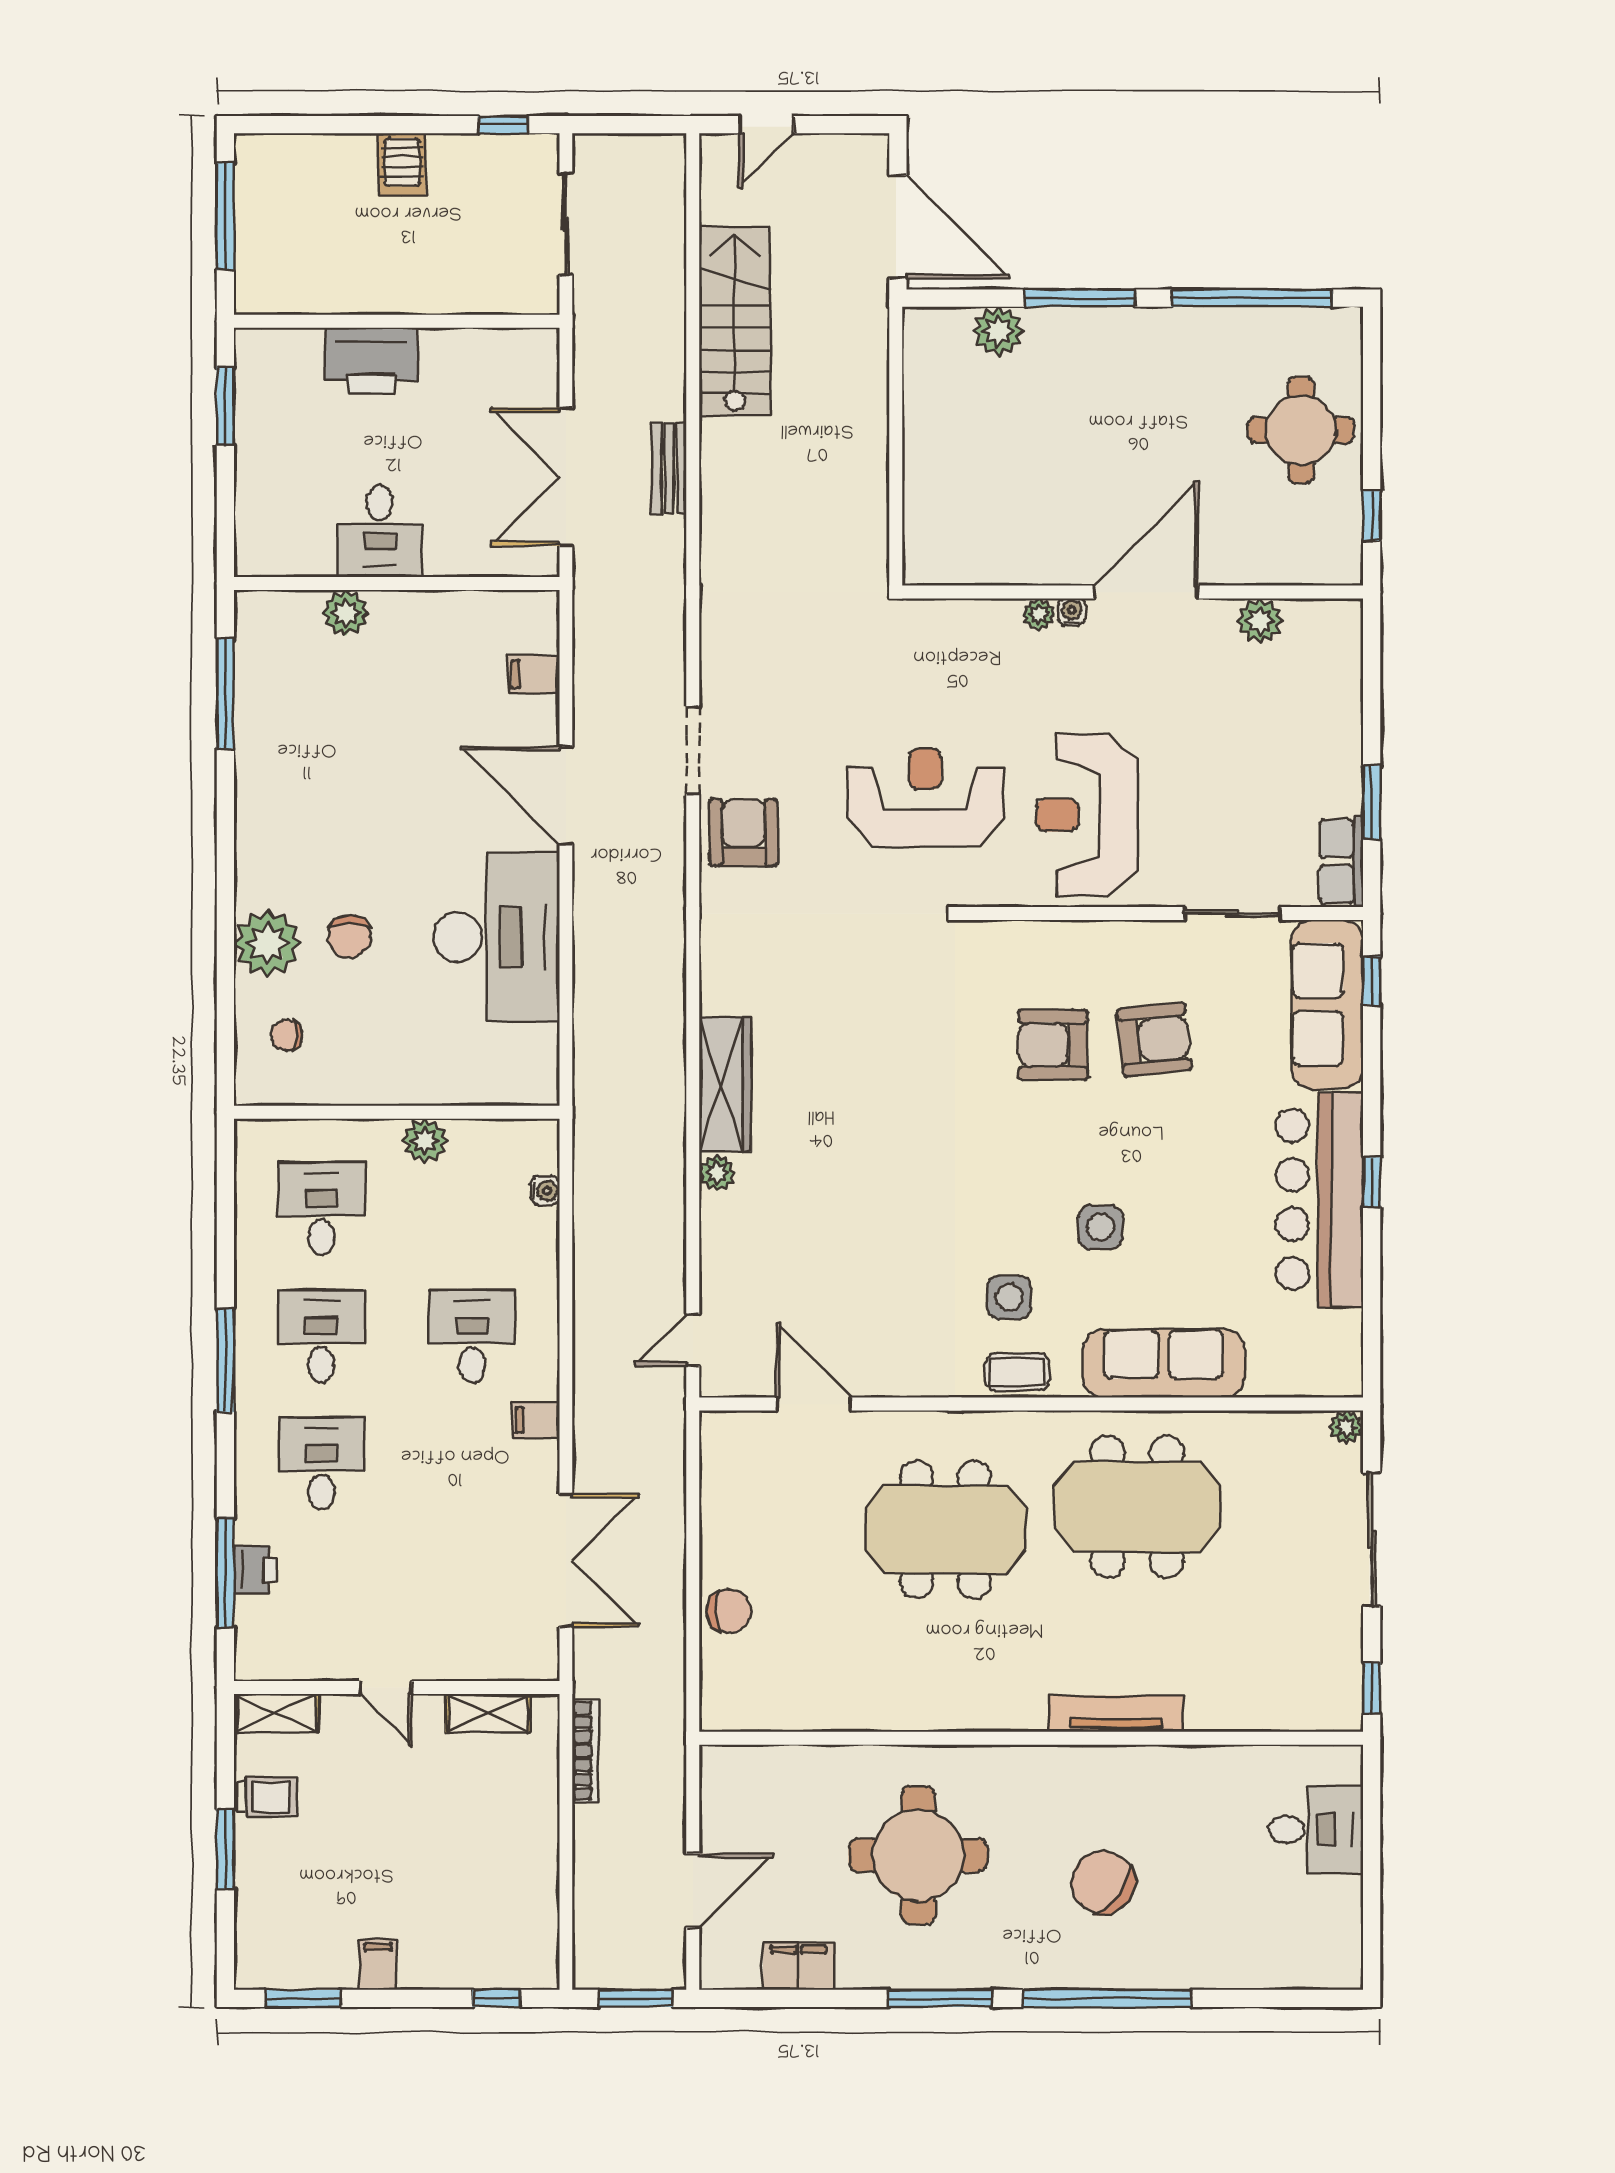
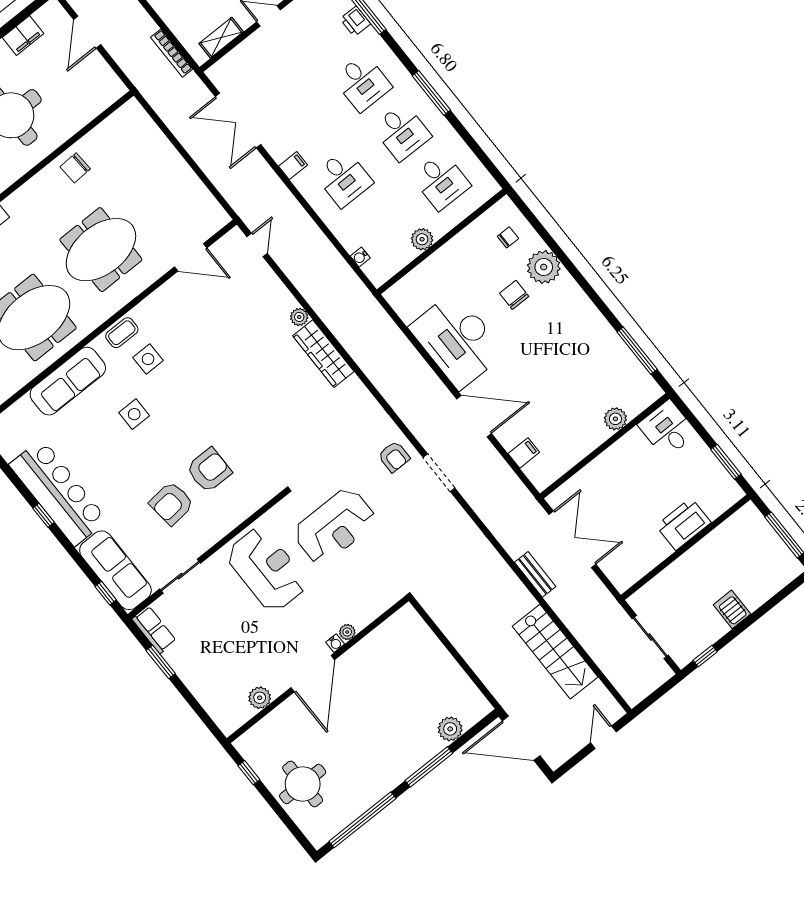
desk: (380, 531) -> (667, 429), moved
armchair: (744, 832) -> (394, 457), width x0.72, depth x0.72
chair: (729, 1611) -> (75, 168), moved

